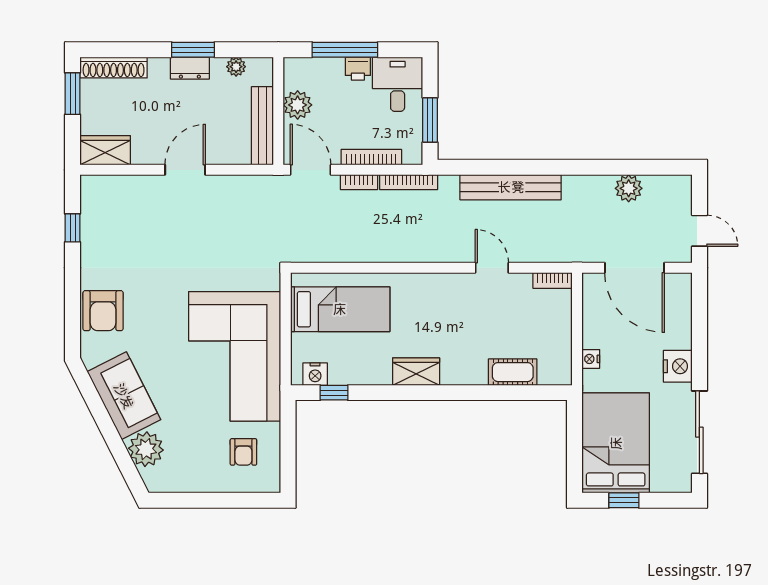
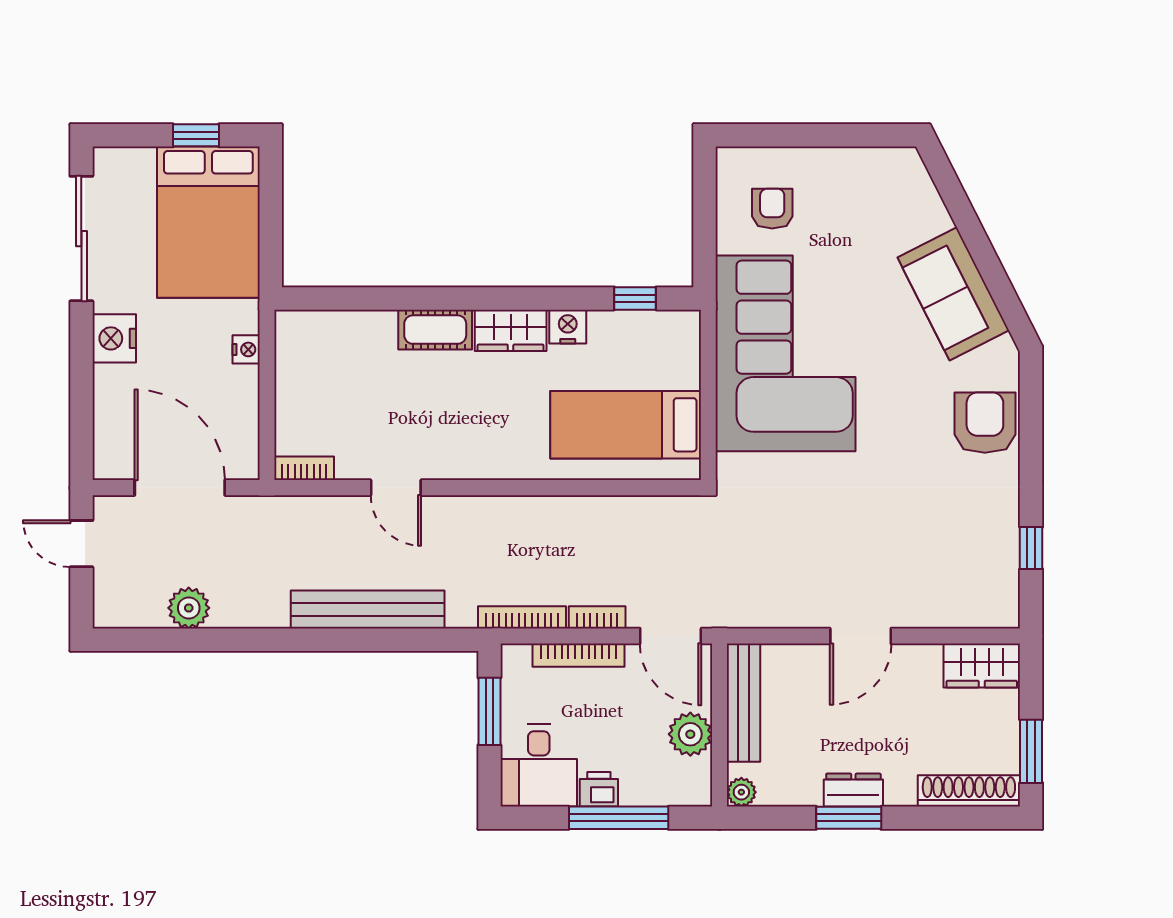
plant: (236, 67) -> (741, 792), moved
cot: (513, 372) -> (435, 330), moved
nightstand: (315, 374) -> (568, 327), moved
plant: (146, 449) -> (920, 213), removed

